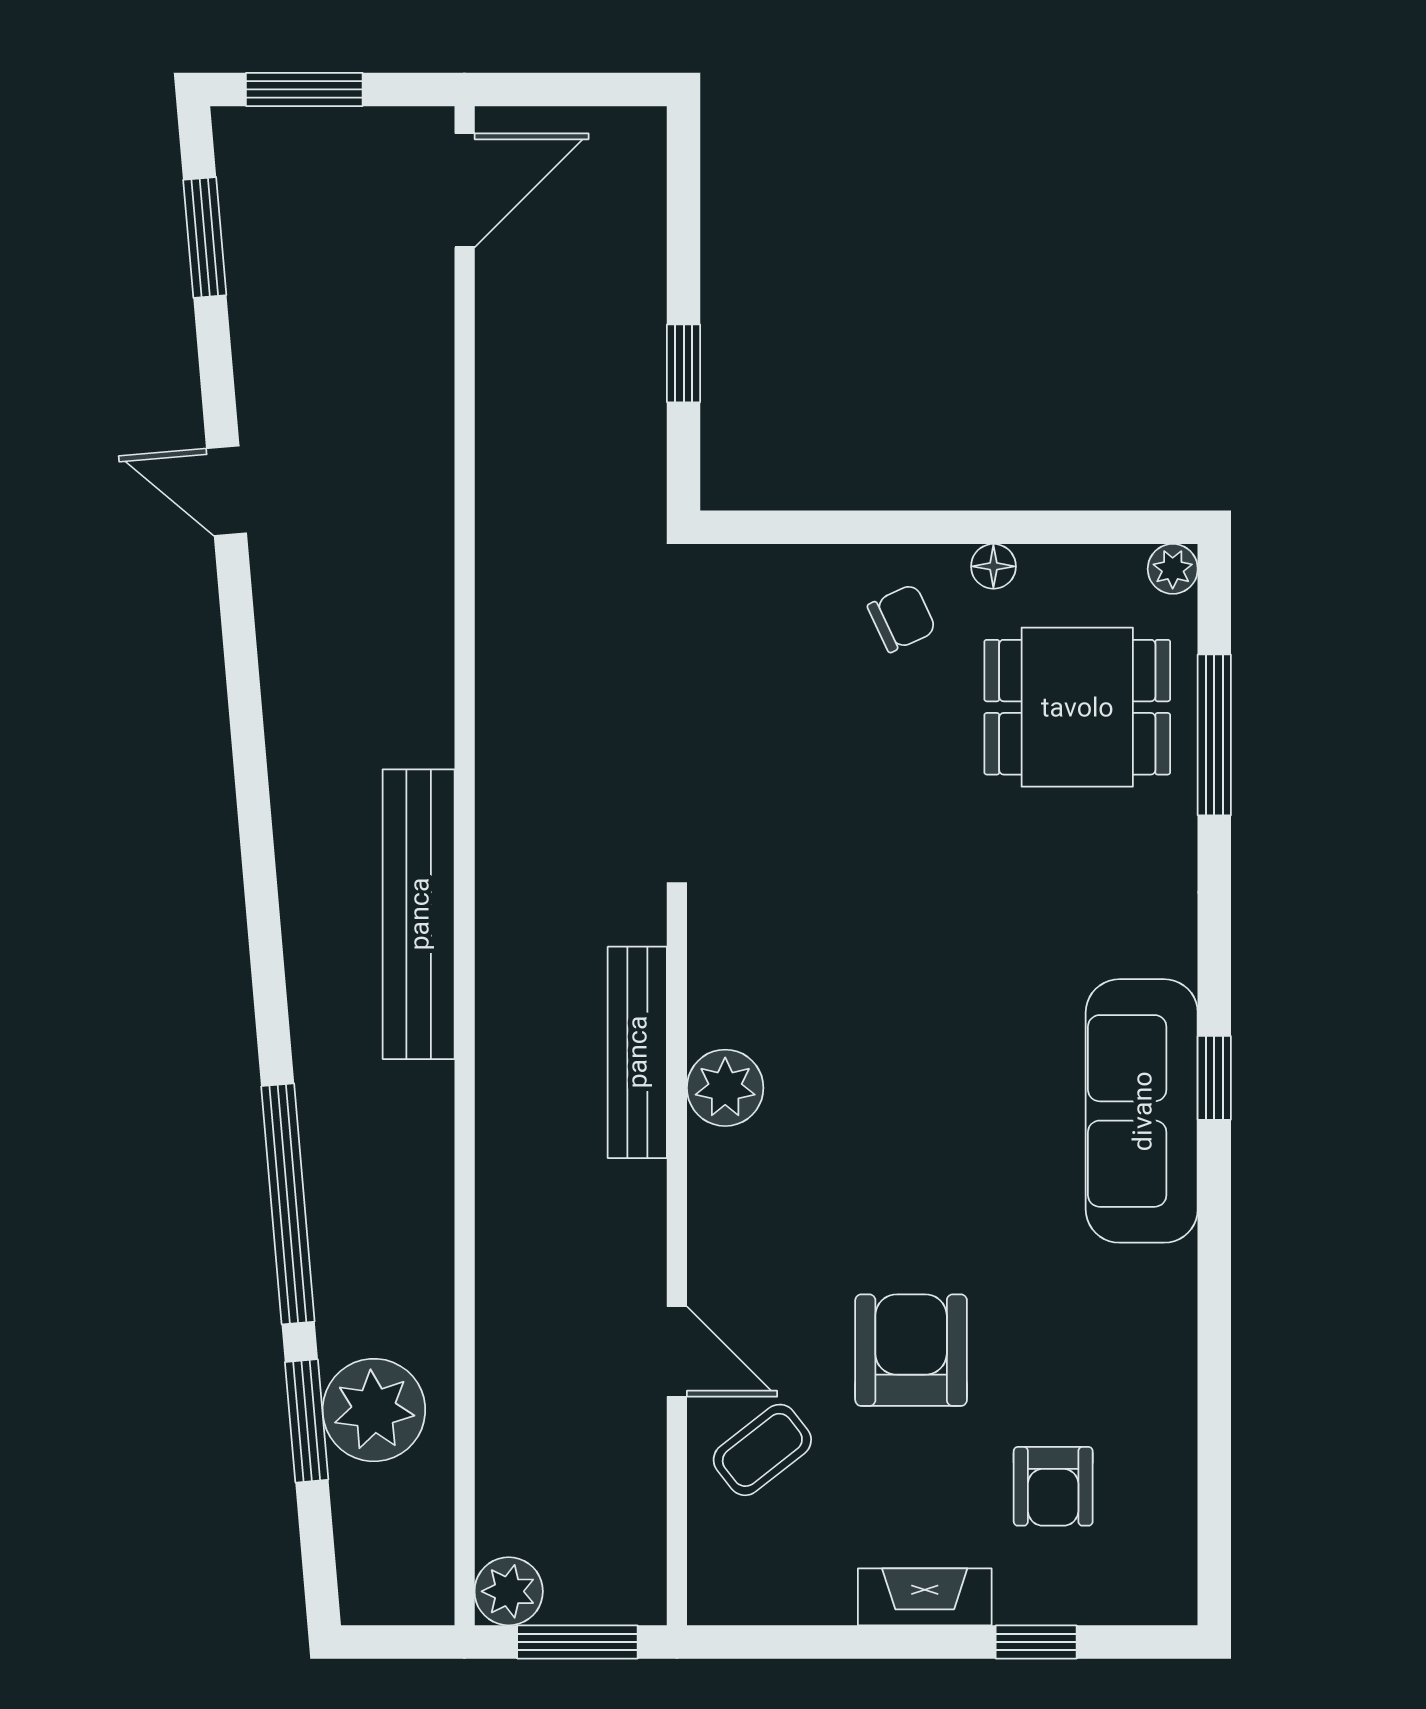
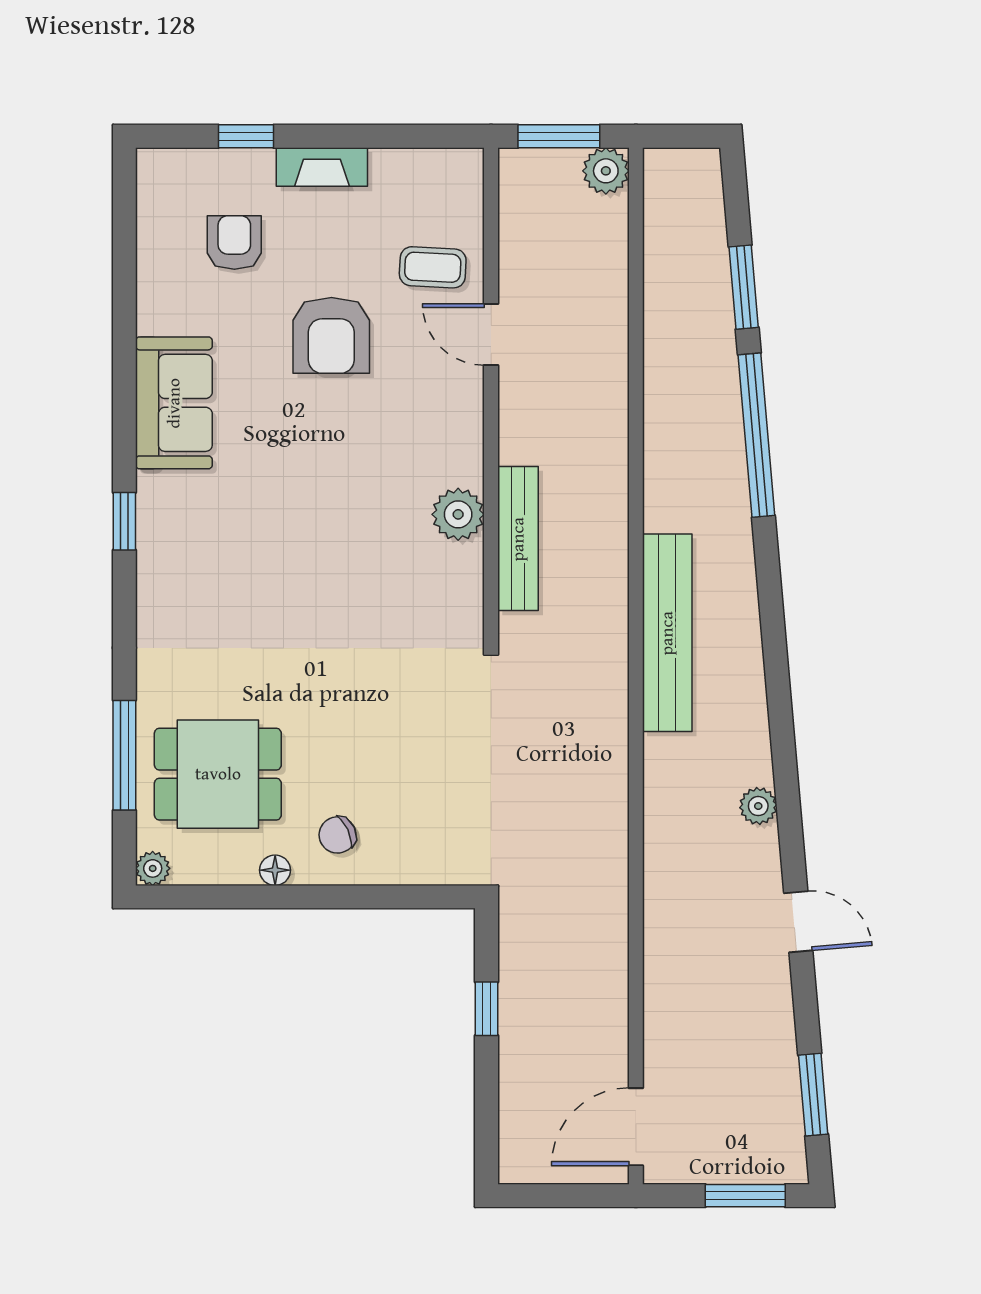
sofa: (1142, 1111) -> (174, 403), moved, width x0.73
plant: (374, 1410) -> (758, 806), moved, width x0.53, depth x0.53
coffee table: (762, 1450) -> (433, 267), turned 41

